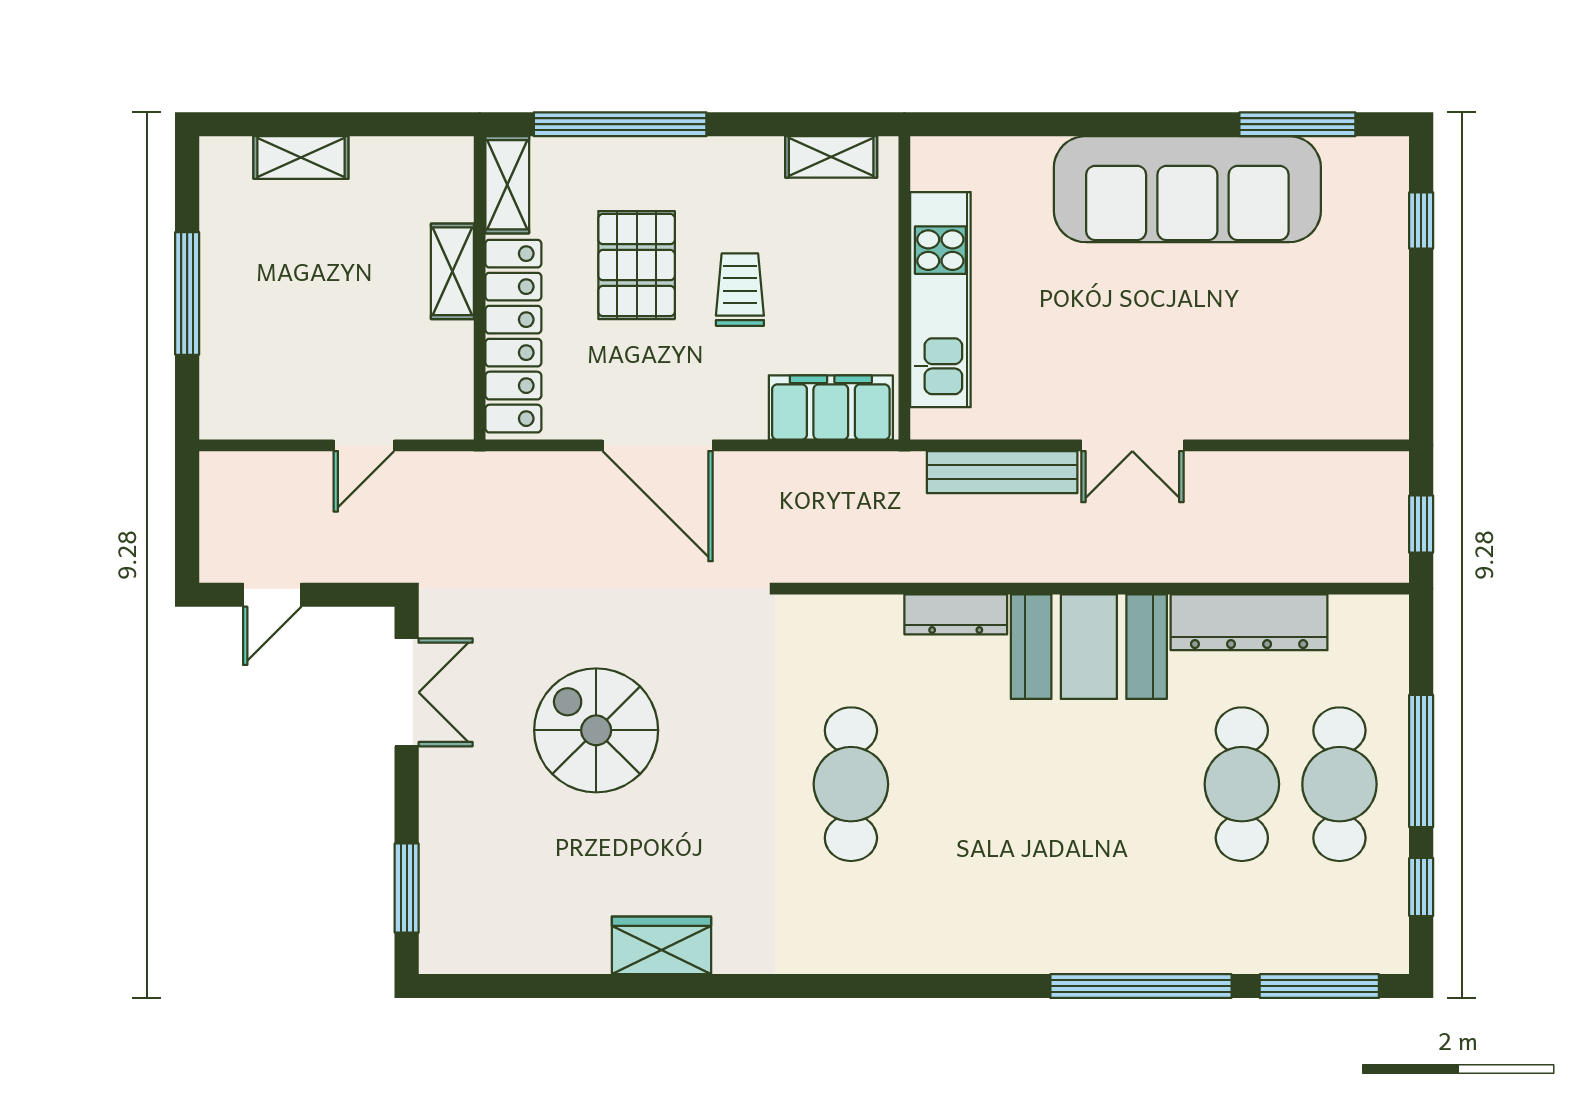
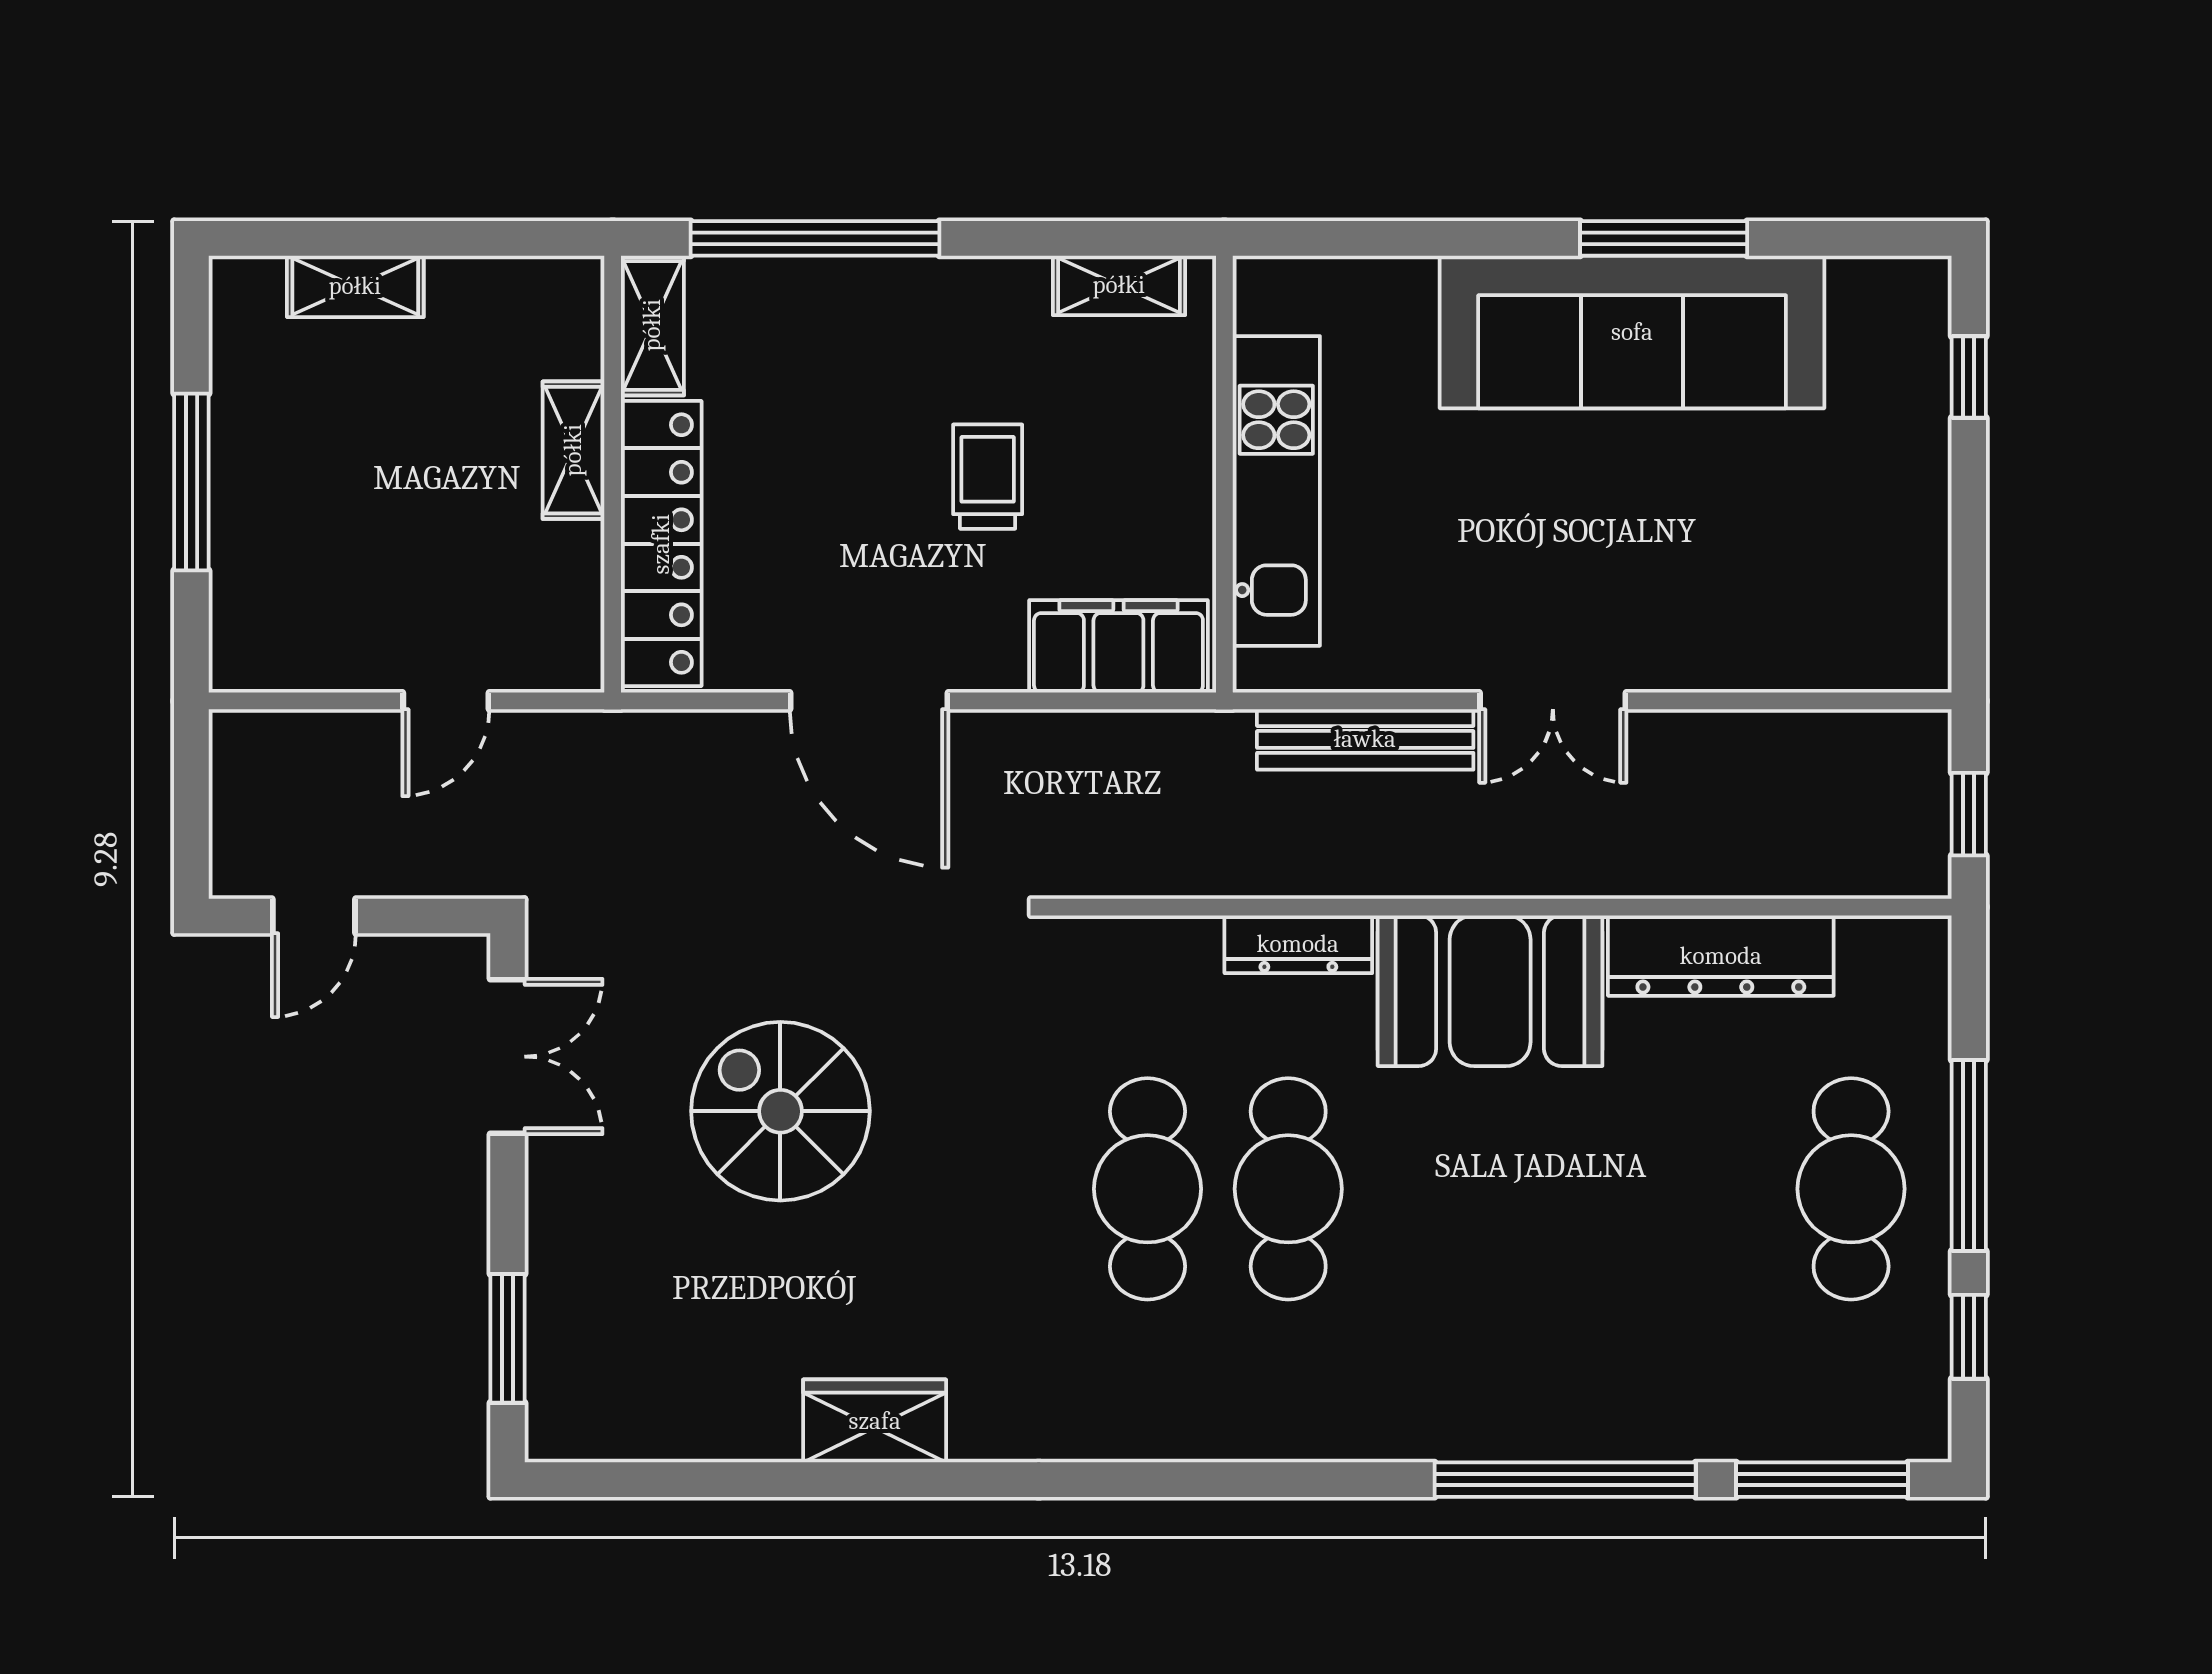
window: (1297, 124) -> (1664, 238), moved
pallet: (637, 265) -> (839, 441), removed
cafe table: (1242, 784) -> (1288, 1189), moved

